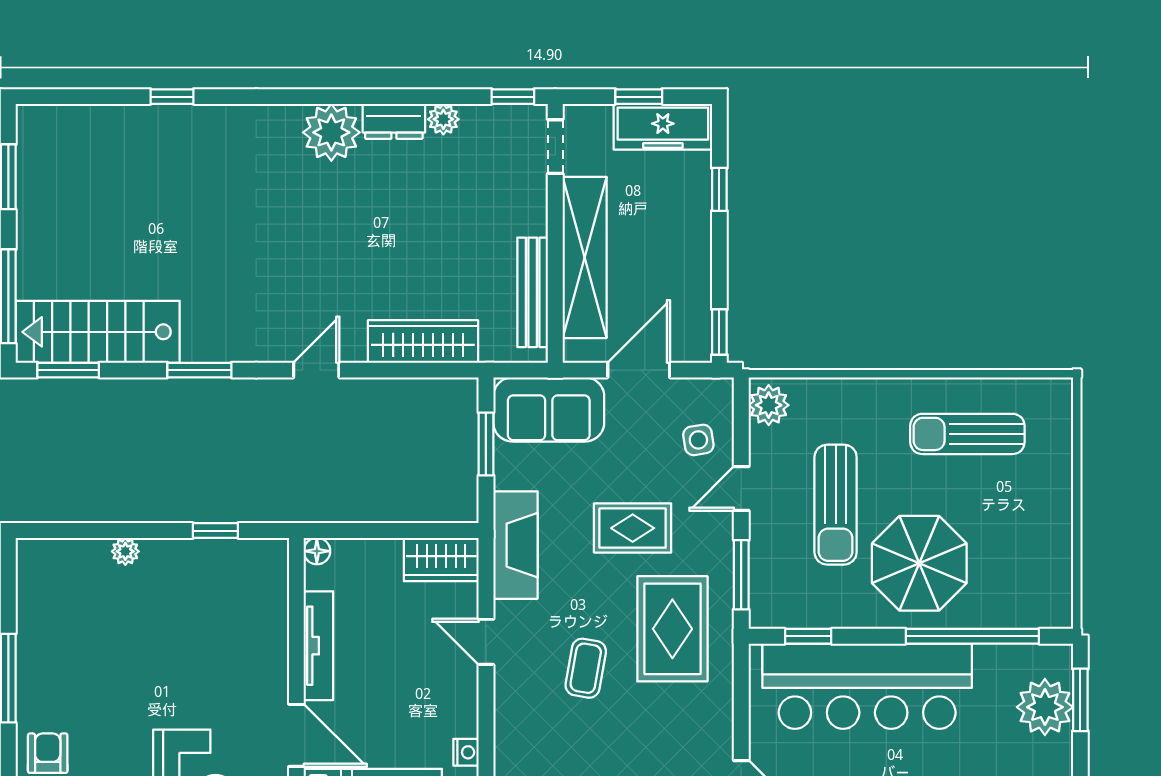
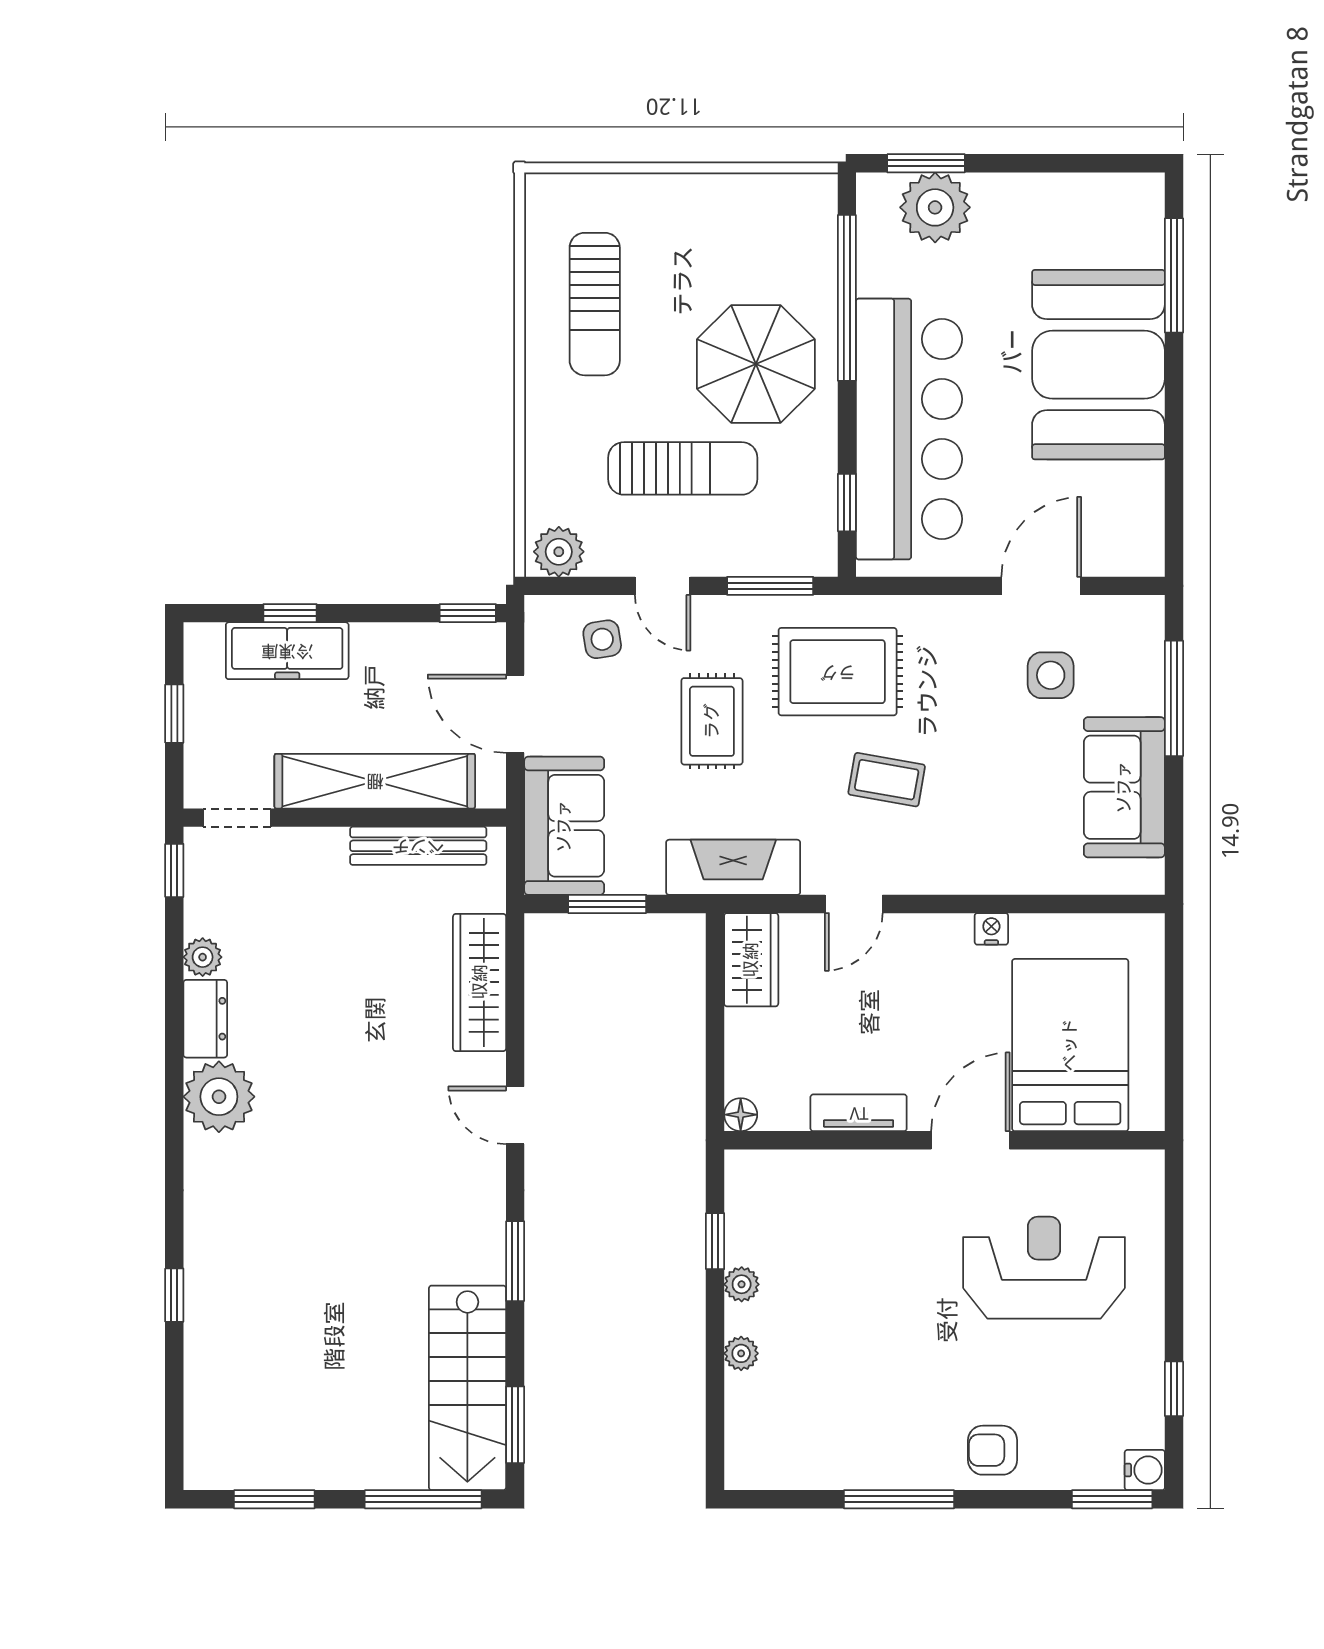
freezer: (663, 127) -> (287, 651), moved, turned 90
plant: (181, 552) -> (742, 1284), added
tv unit: (318, 646) -> (859, 1113), width x0.71

